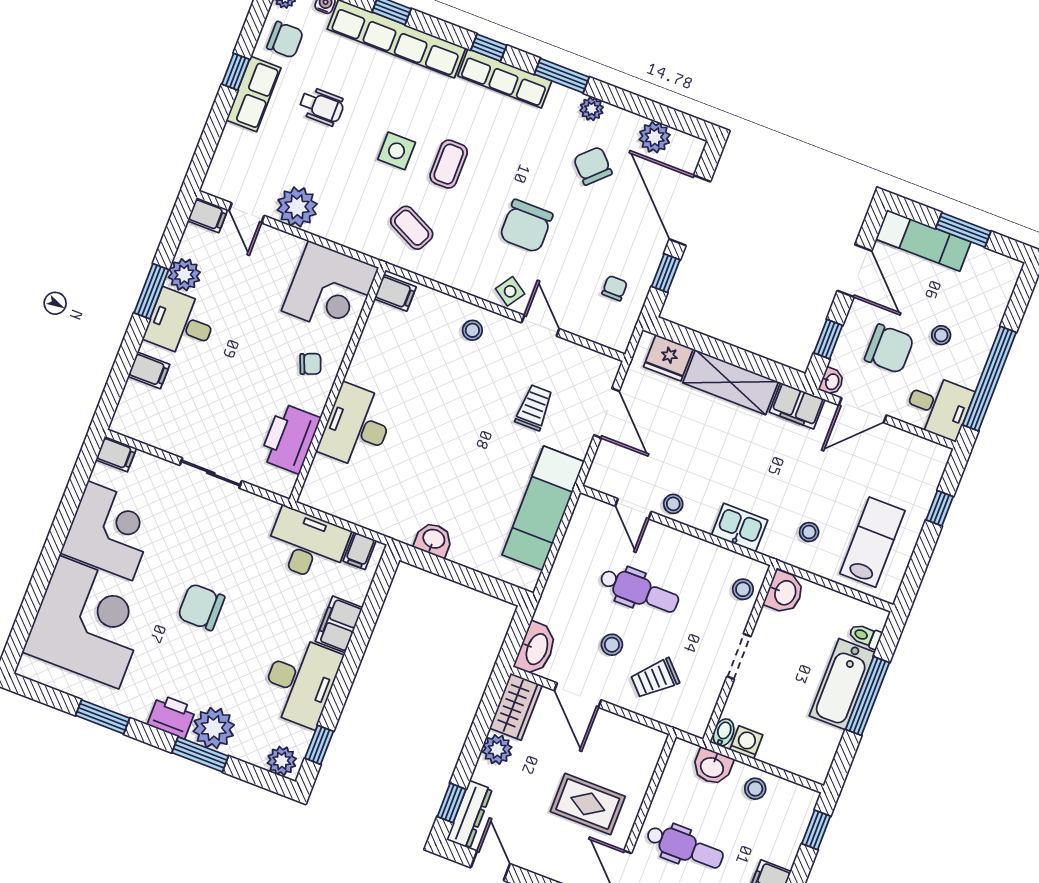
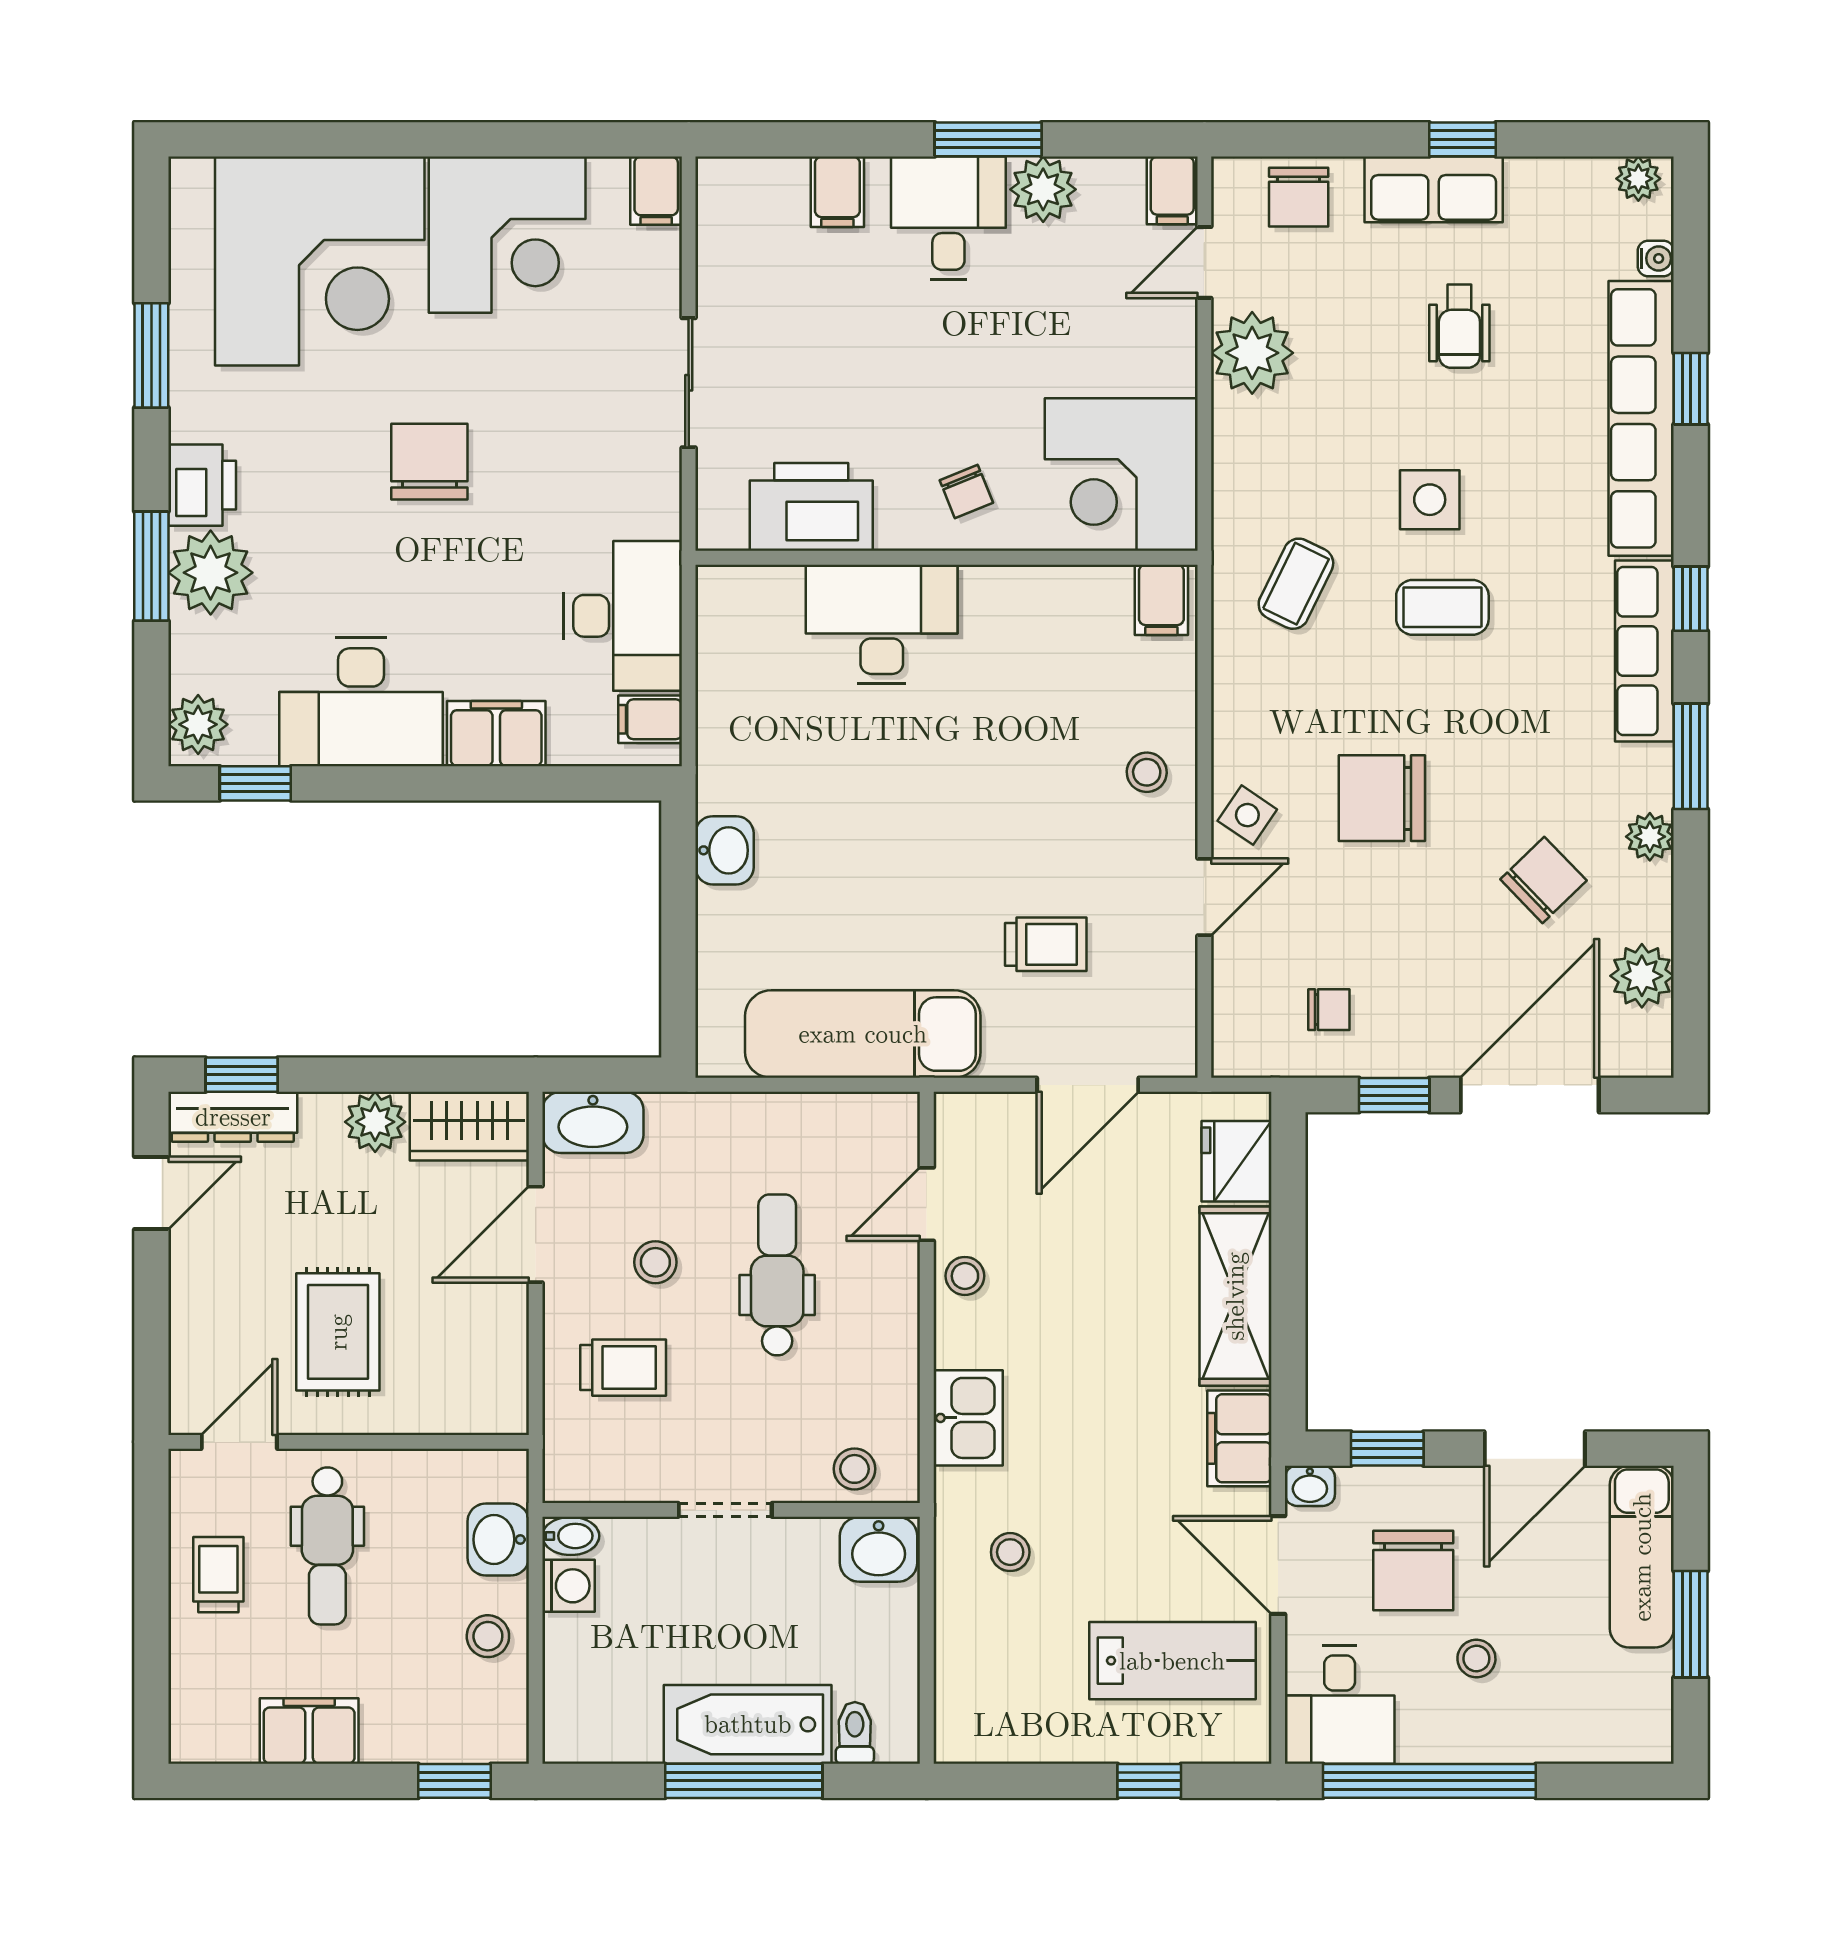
chair: (285, 40) -> (1299, 197), moved
lab bench: (872, 542) -> (1172, 1661), moved
dental chair: (639, 591) -> (777, 1275), turned 180
trolley: (655, 678) -> (623, 1368), turned 134

